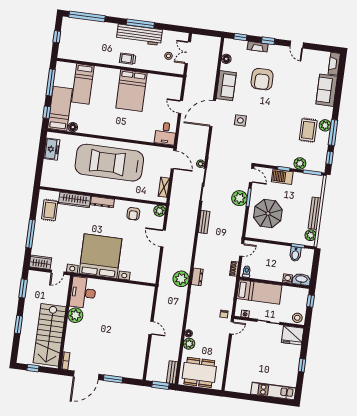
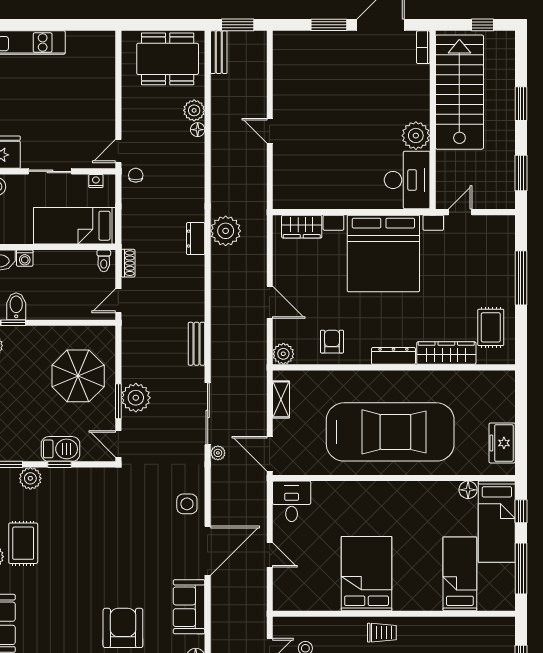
side table: (240, 120) -> (187, 504), moved
wardrobe: (40, 262) -> (302, 227), moved

